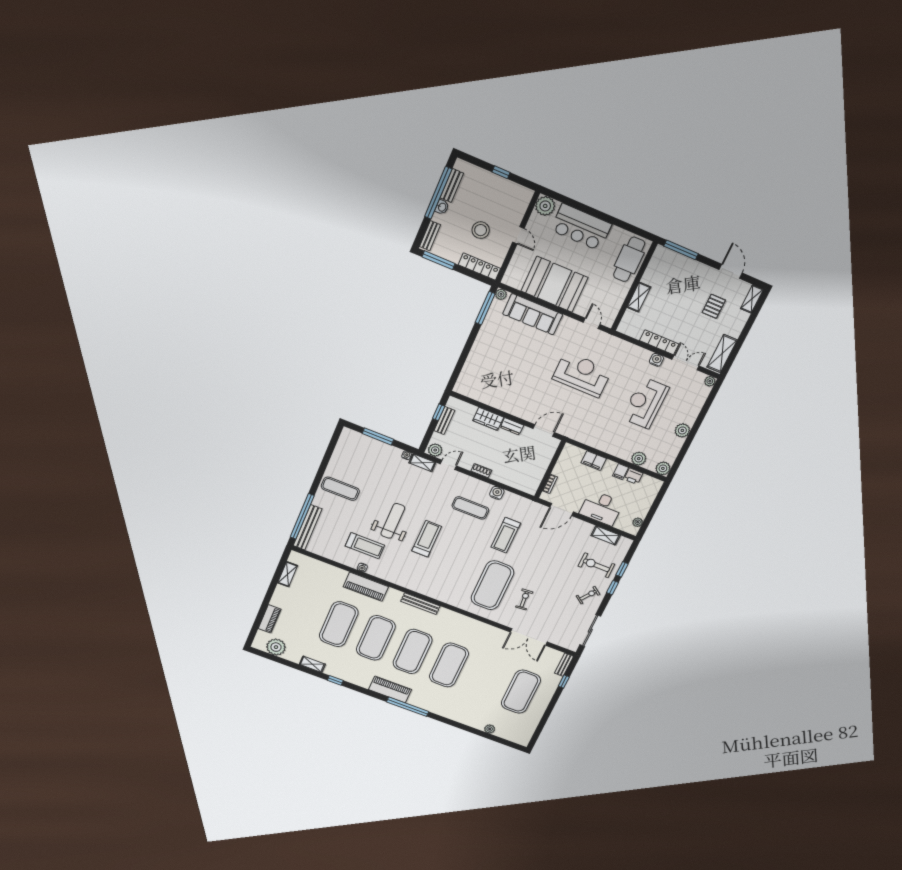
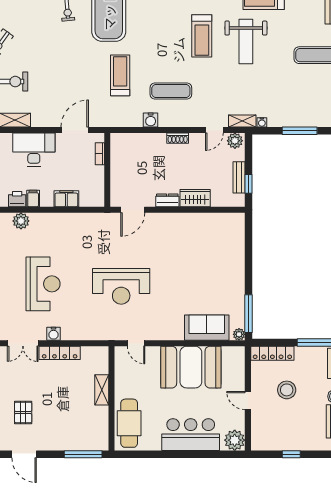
sofa: (533, 314) -> (207, 328), width x0.73

